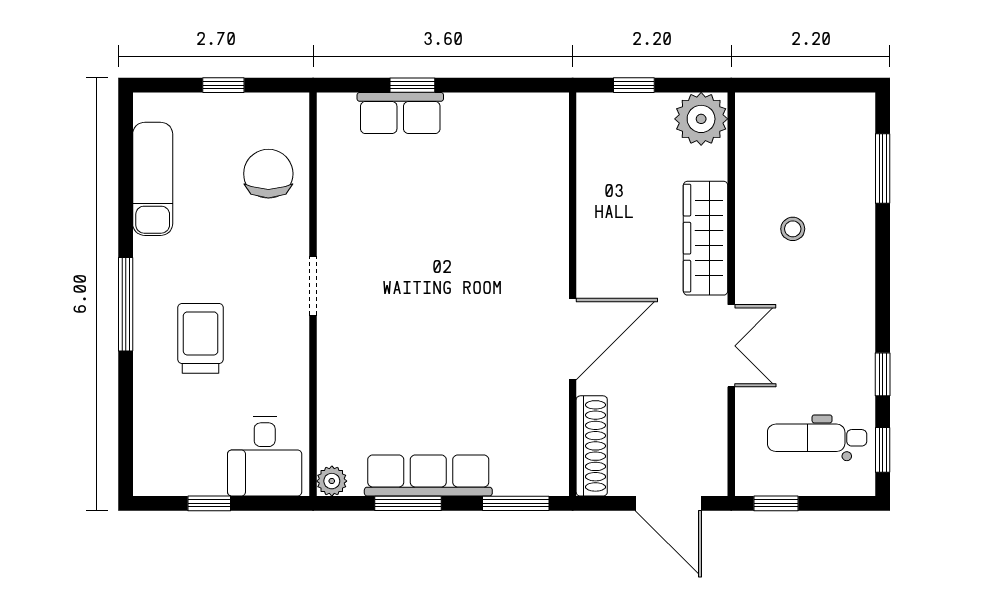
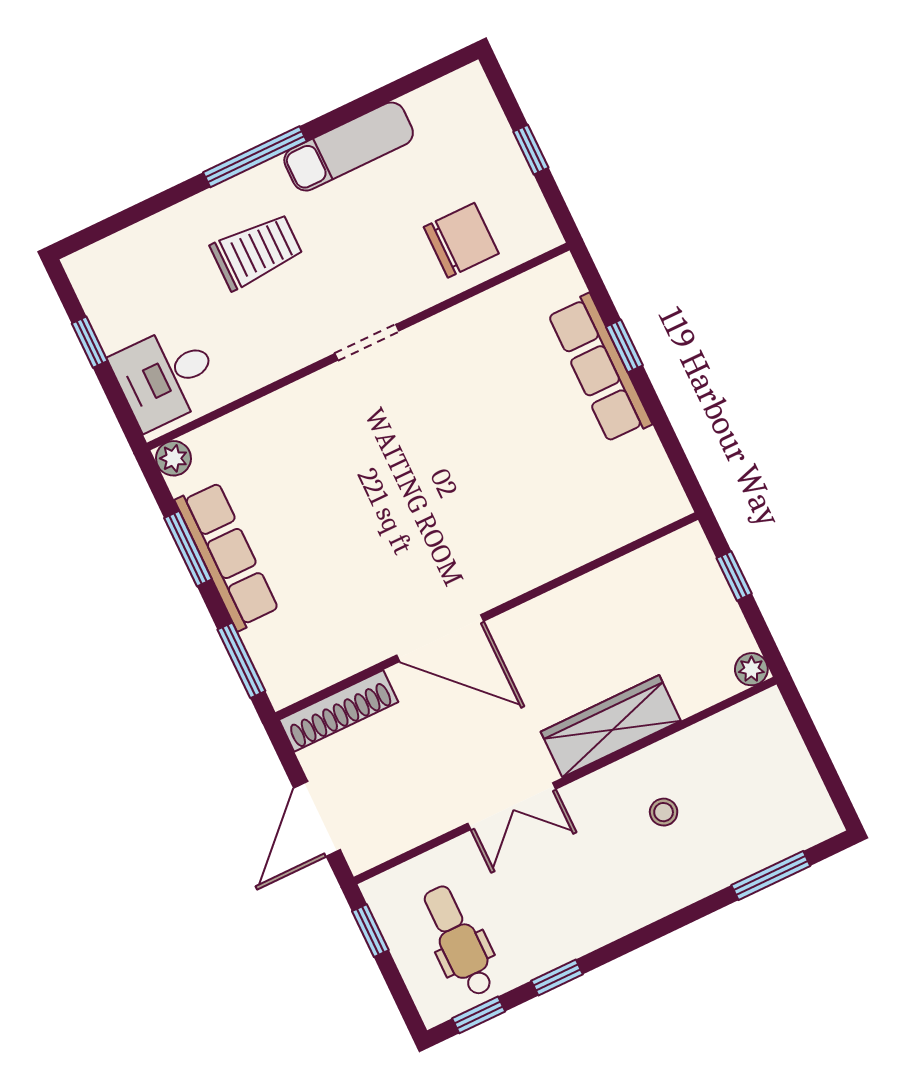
row of seats: (400, 113) -> (600, 369), width x1.48
plant: (701, 119) -> (751, 669), width x0.53, depth x0.53
exam couch: (153, 179) -> (349, 147), moved

